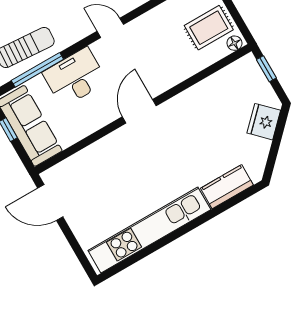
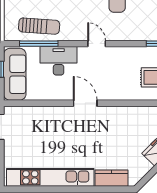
door: (139, 111) -> (85, 103), hinge flipped

